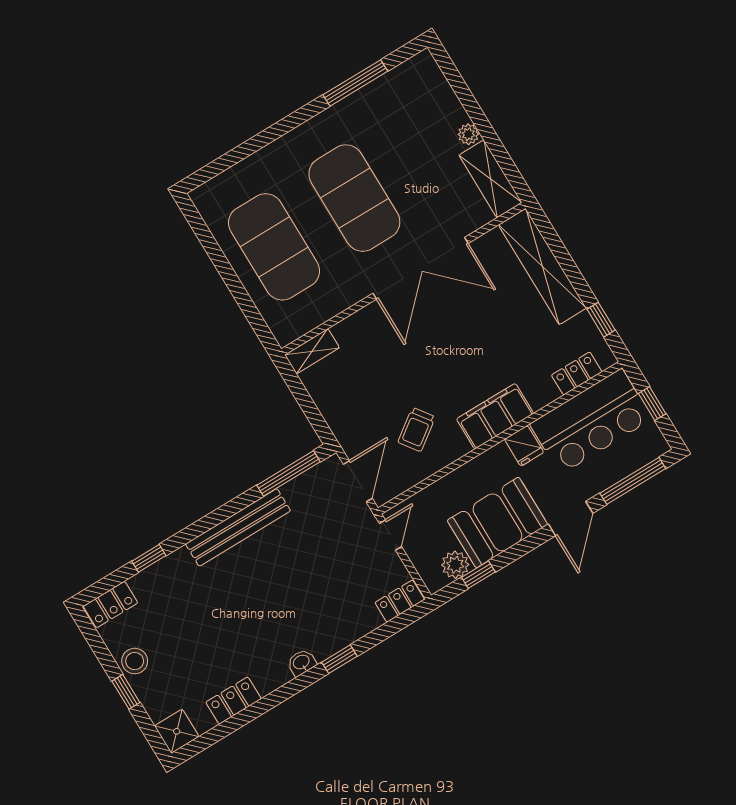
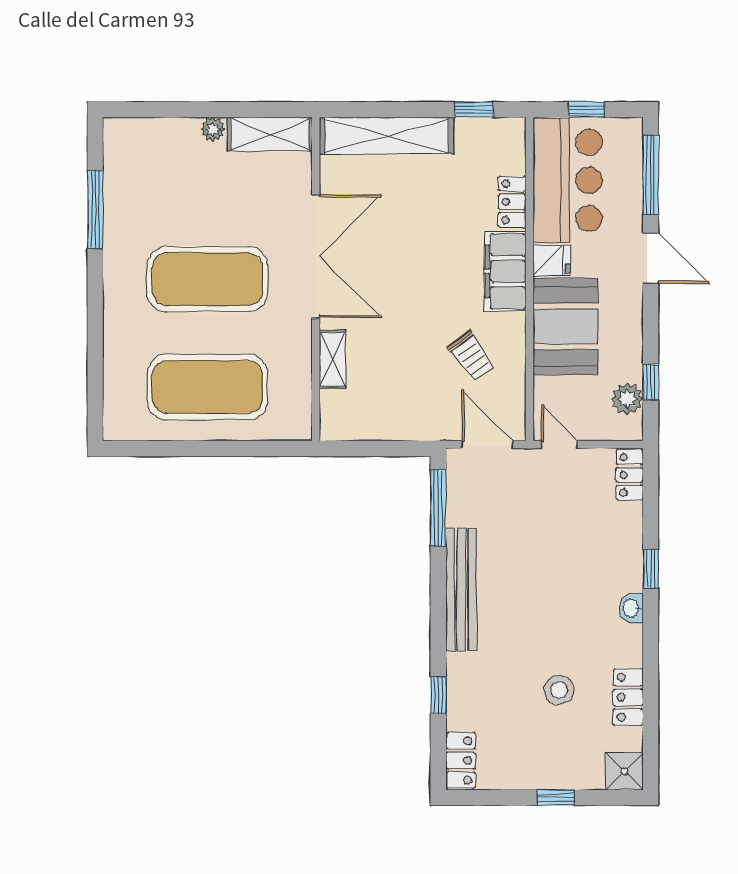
shelving: (312, 351) -> (332, 359), moved
locker: (577, 373) -> (512, 202), moved
booth: (497, 522) -> (565, 327), moved
stool: (135, 661) -> (559, 690), moved

